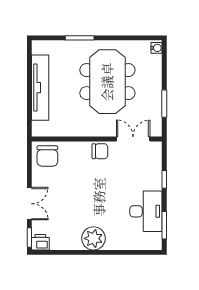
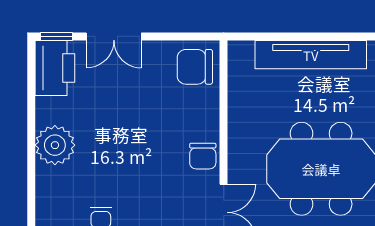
printer: (40, 242) -> (55, 68), width x1.87, depth x1.48

